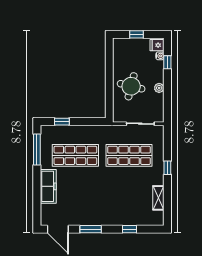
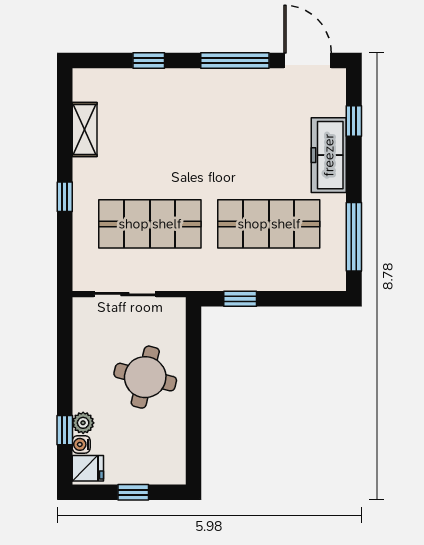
plant: (159, 88) -> (83, 423), moved
window: (62, 122) -> (240, 299), moved
window: (37, 202) -> (354, 121), added
window: (91, 229) -> (235, 60), width x1.44

